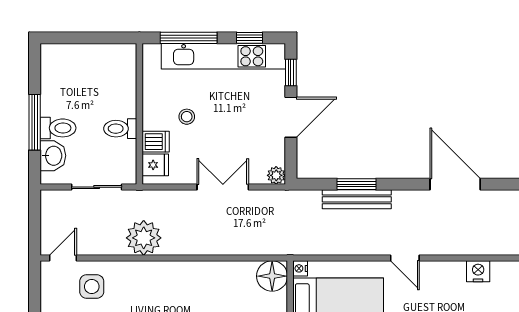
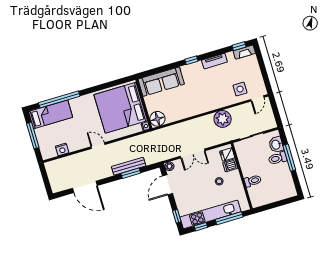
door: (291, 117) -> (167, 185), moved
toilet: (120, 129) -> (253, 181), moved

